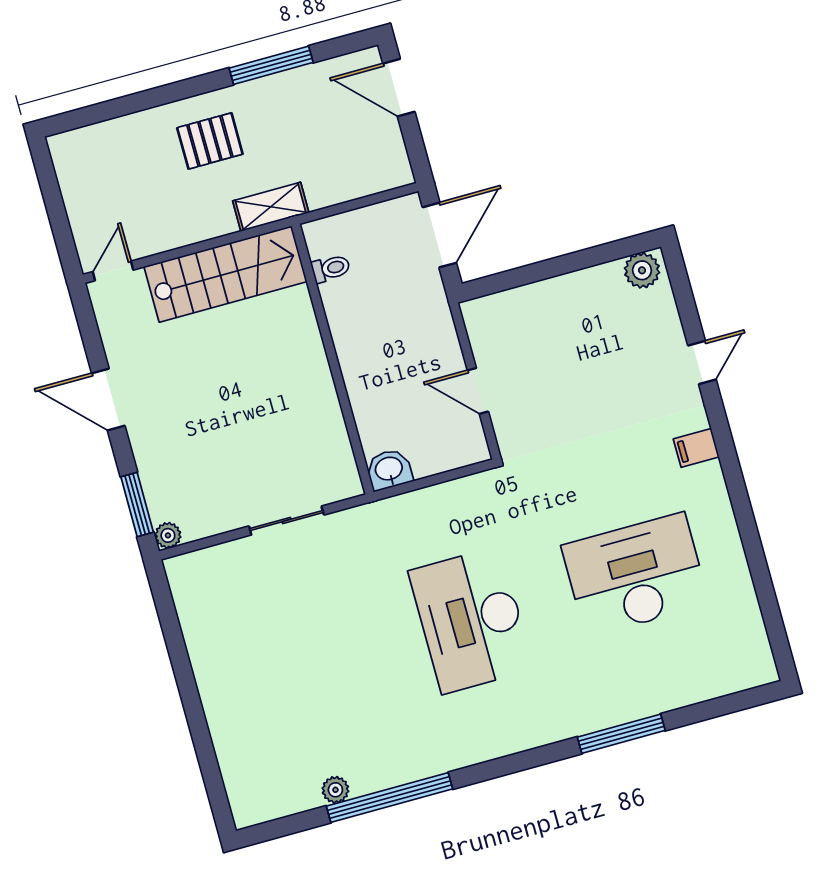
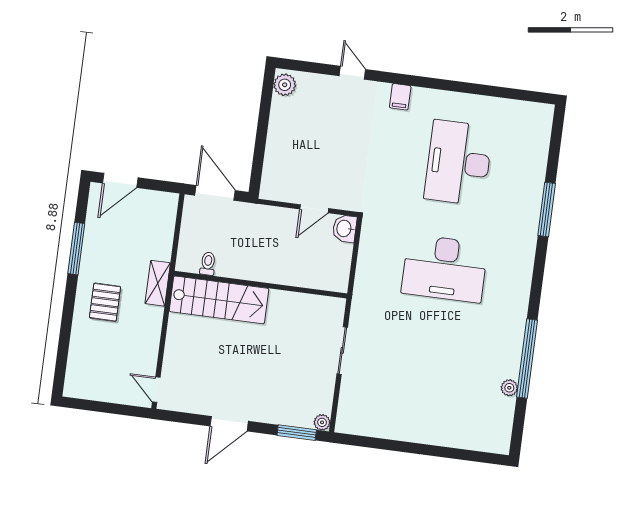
stairs: (225, 274) -> (219, 300), moved, turned 90
washbasin: (389, 470) -> (345, 229), moved

